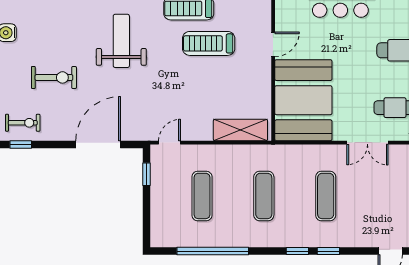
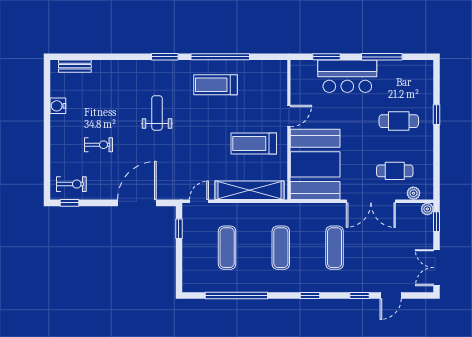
weight bench: (121, 41) -> (157, 113), width x0.73, depth x0.75
treadmill: (209, 43) -> (254, 144), moved
exercise bike: (54, 77) -> (98, 145), width x0.73, depth x0.72
shelving: (240, 130) -> (250, 190), width x1.47
double door: (367, 143) -> (371, 201), width x1.37
window: (328, 251) -> (360, 296), moved

